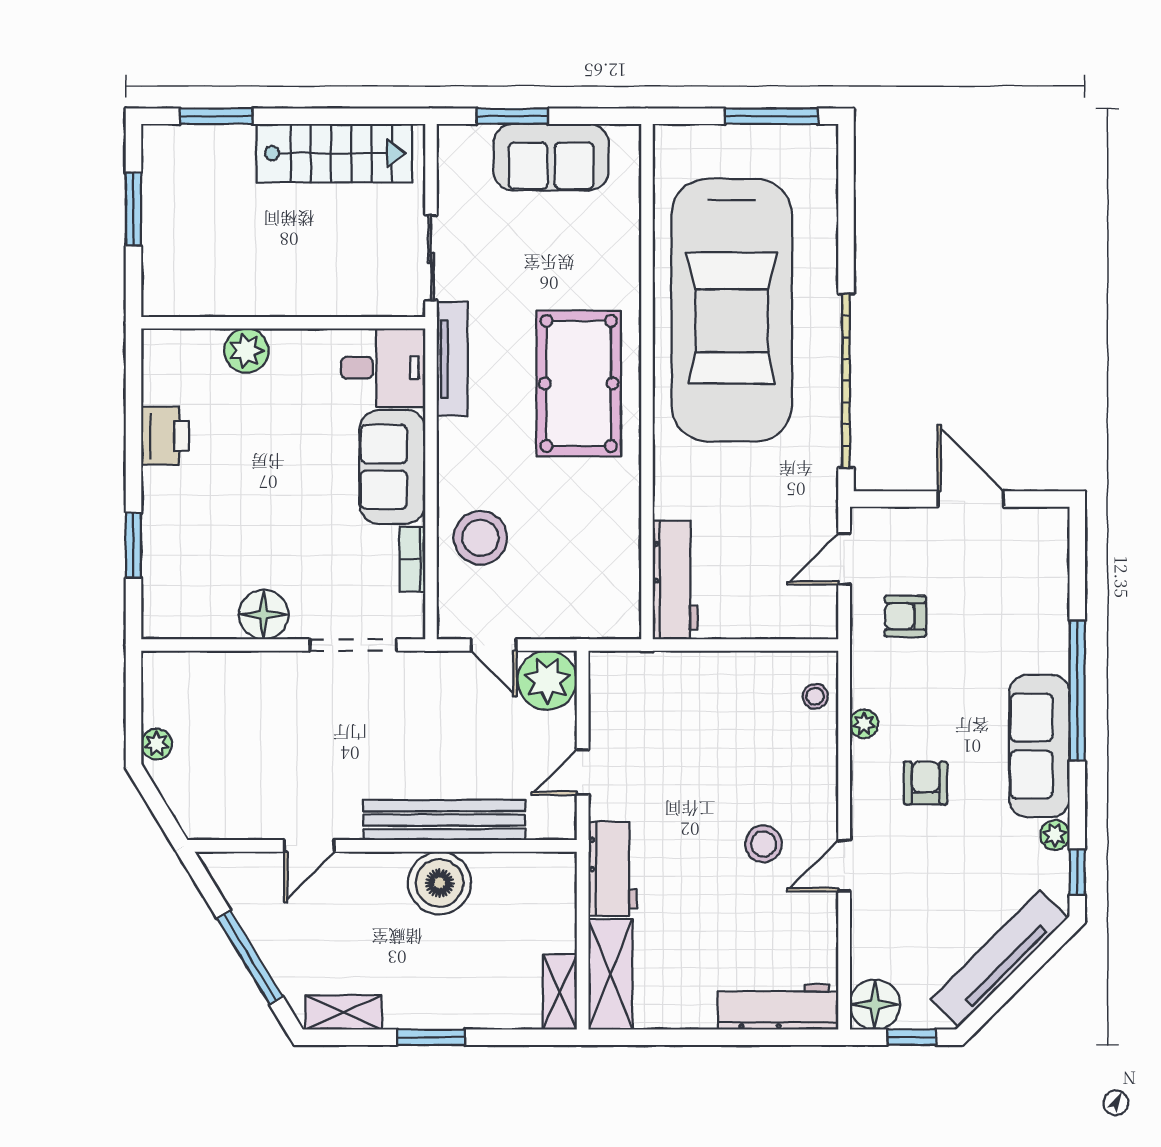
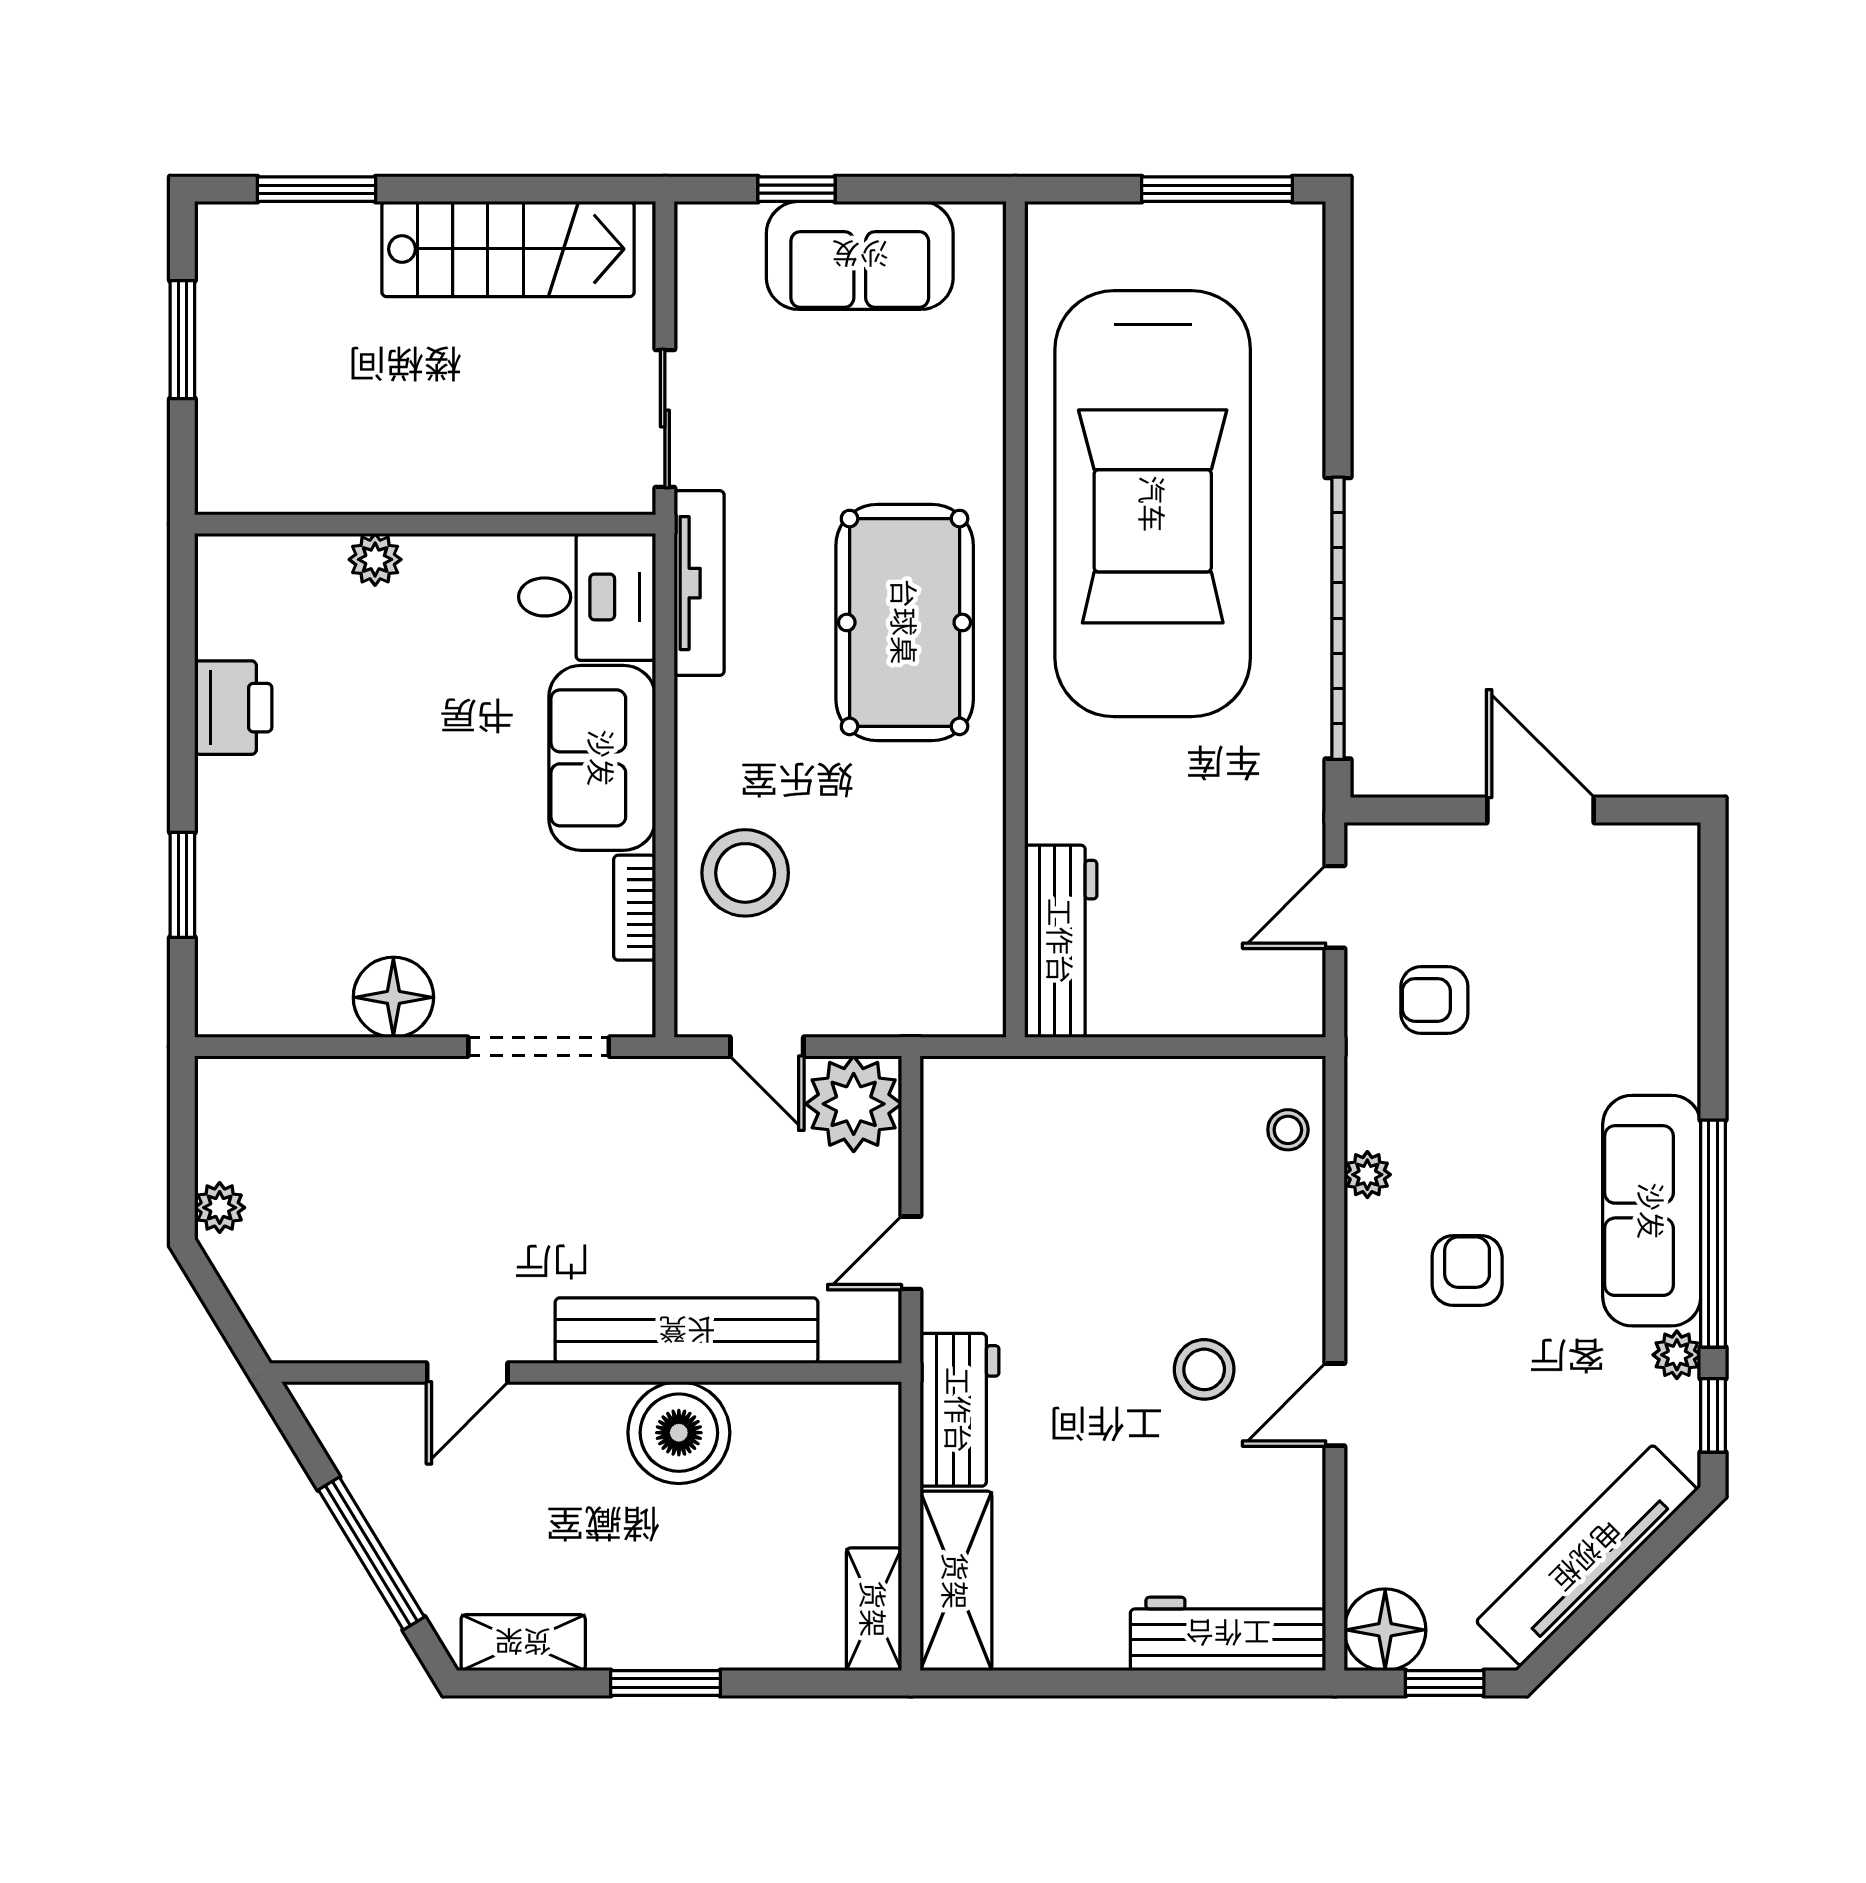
window: (512, 116) -> (796, 189), width x0.67
plant: (246, 351) -> (375, 559), width x0.73, depth x0.73
window: (1077, 691) -> (1713, 1234), moved

